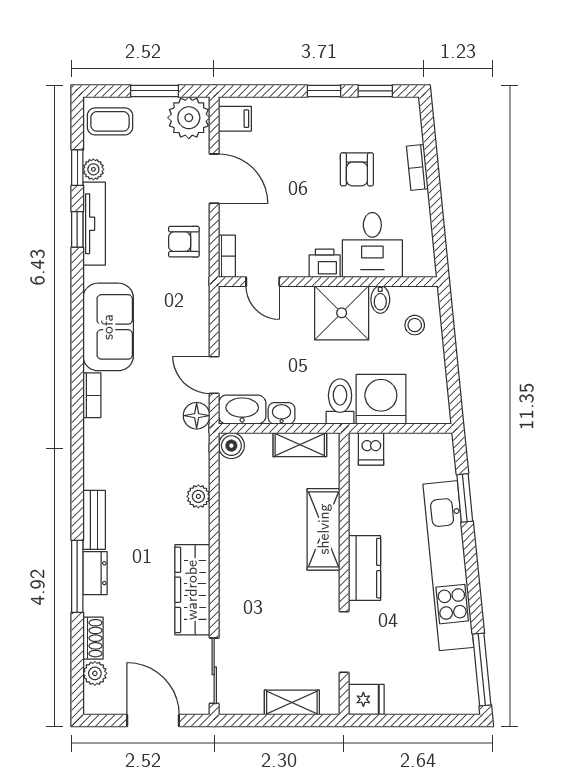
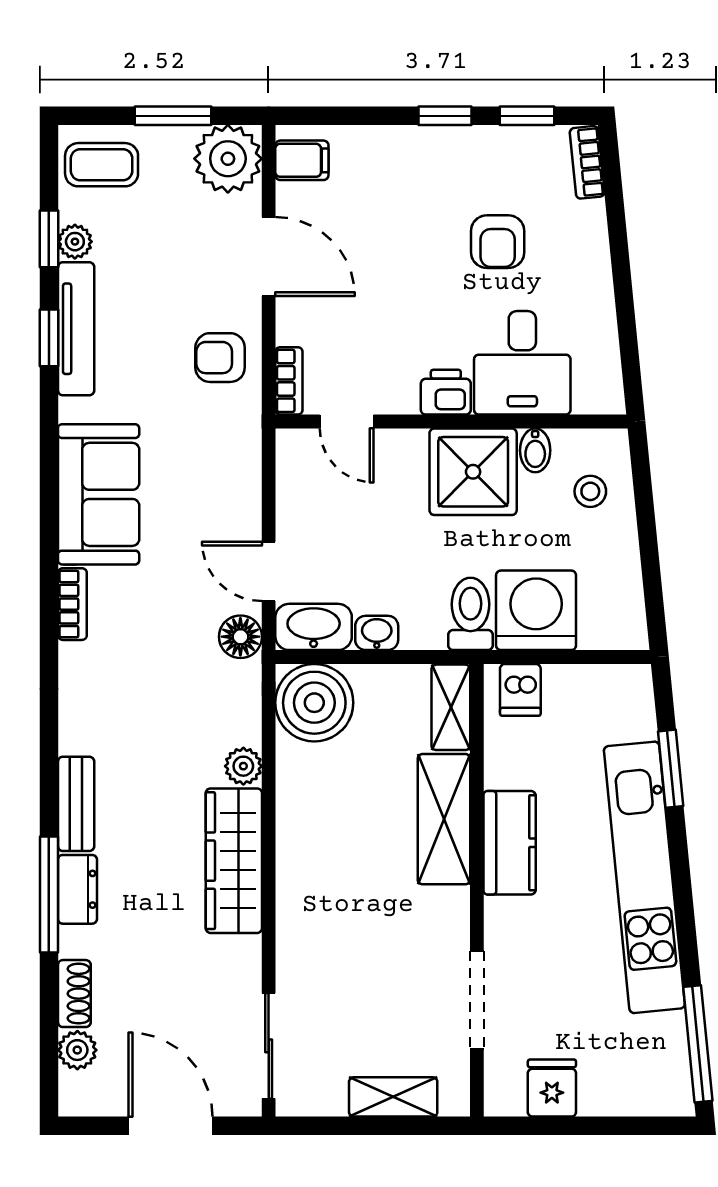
bookcase: (417, 167) -> (587, 162), moved
shelving: (300, 445) -> (451, 707), moved, turned 90
boiler: (231, 446) -> (314, 703), width x1.86, depth x1.86
kitchen counter: (364, 568) -> (510, 843), moved
wardrobe: (192, 590) -> (234, 861), moved
fridge: (366, 699) -> (552, 1088), moved, turned -90

